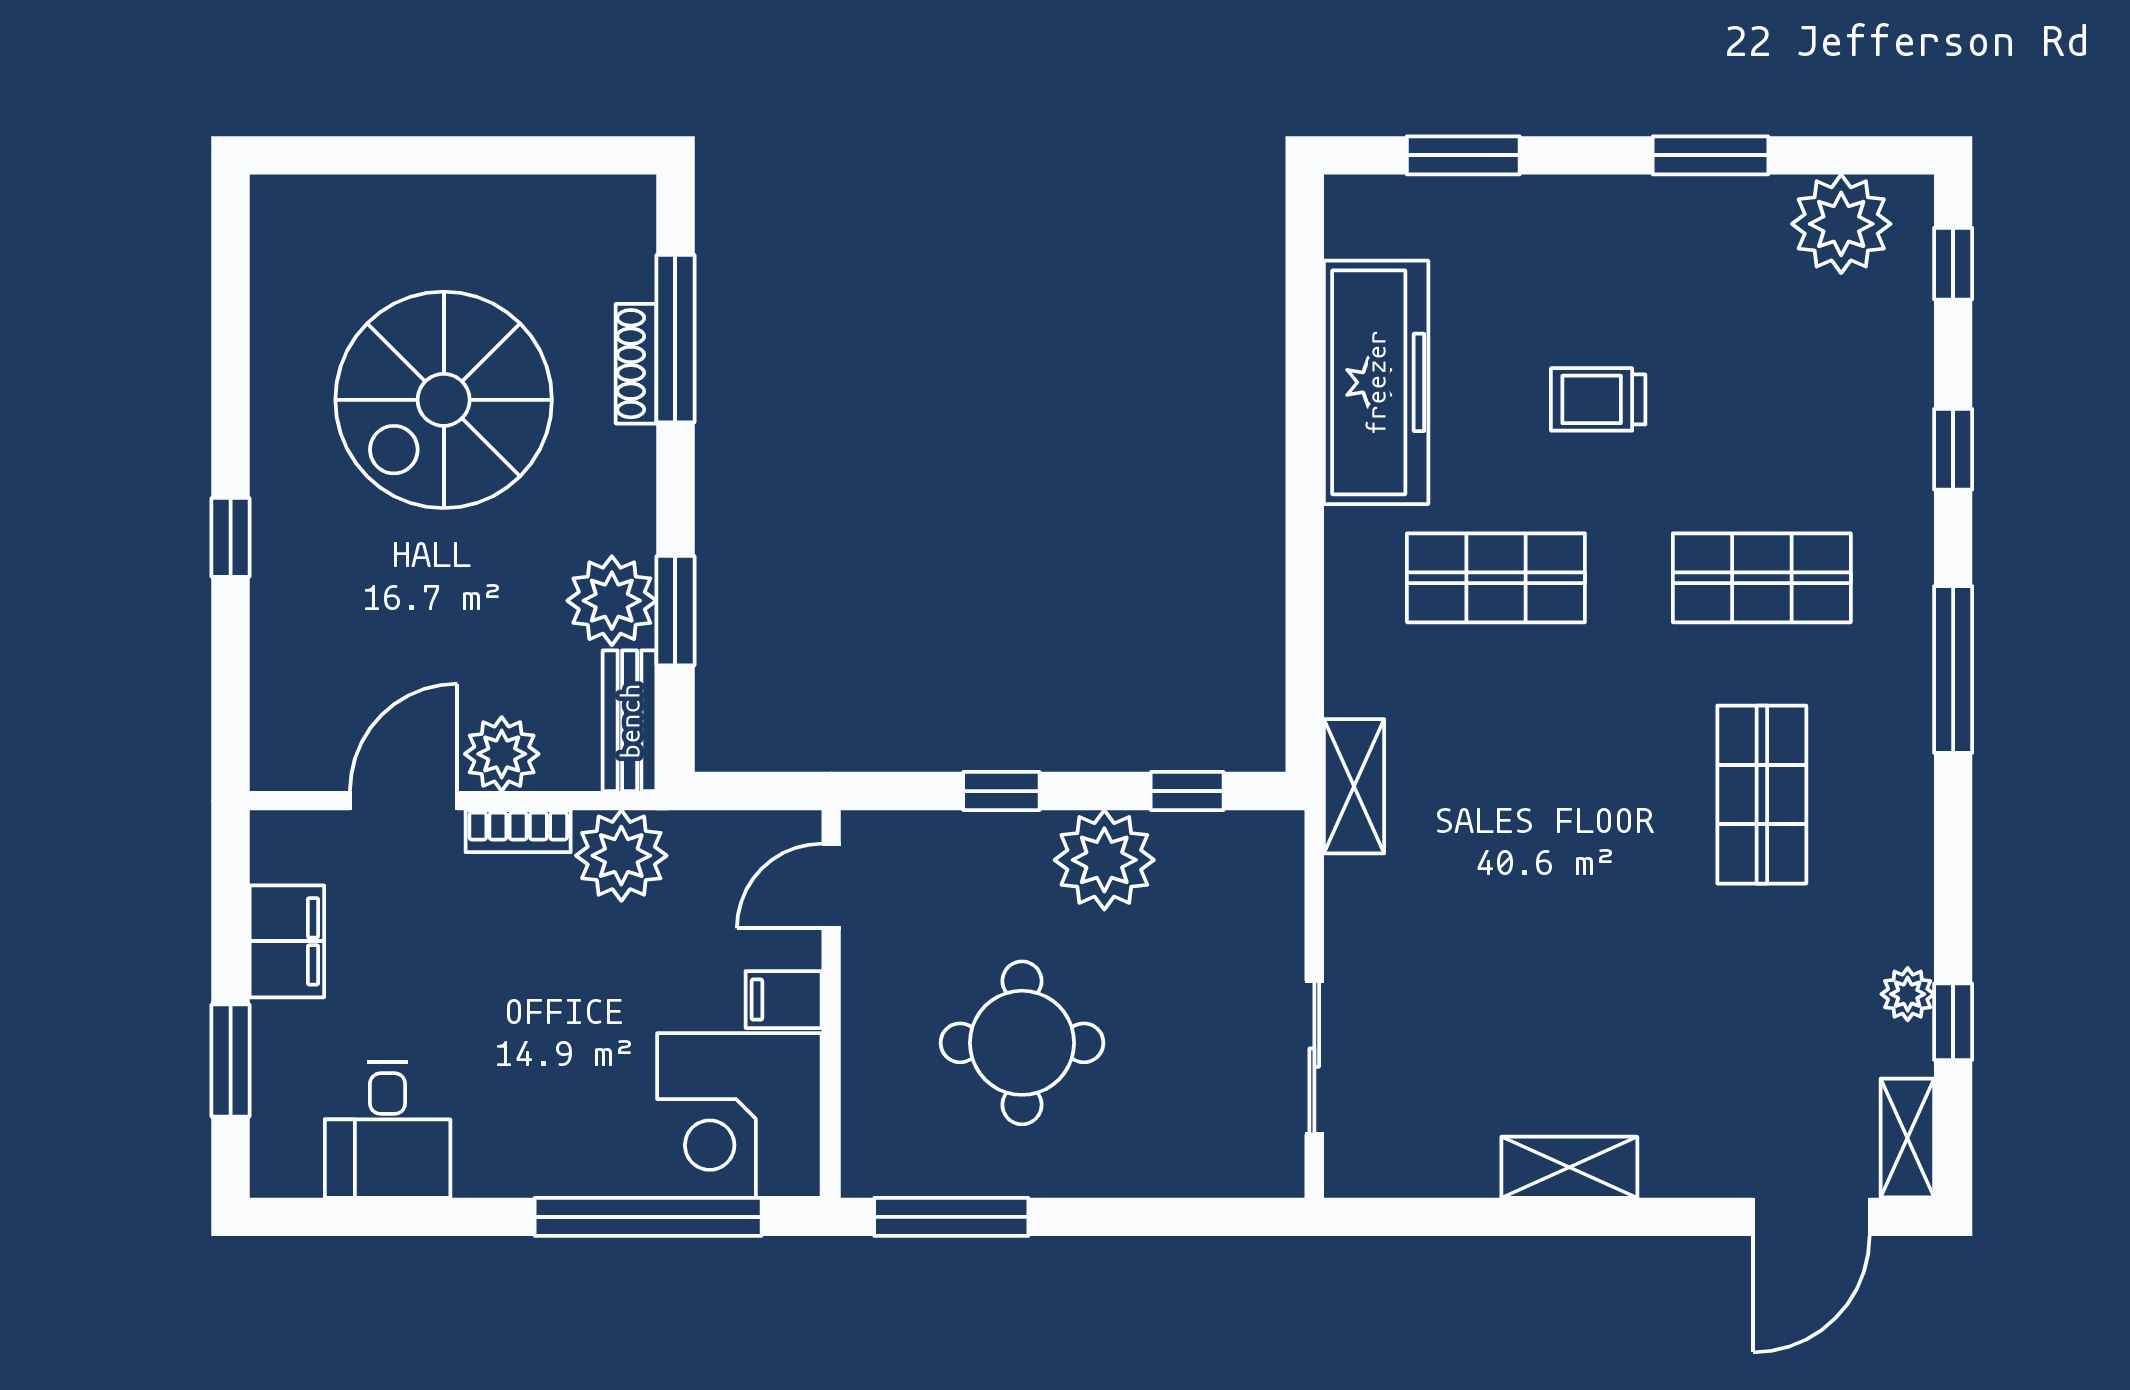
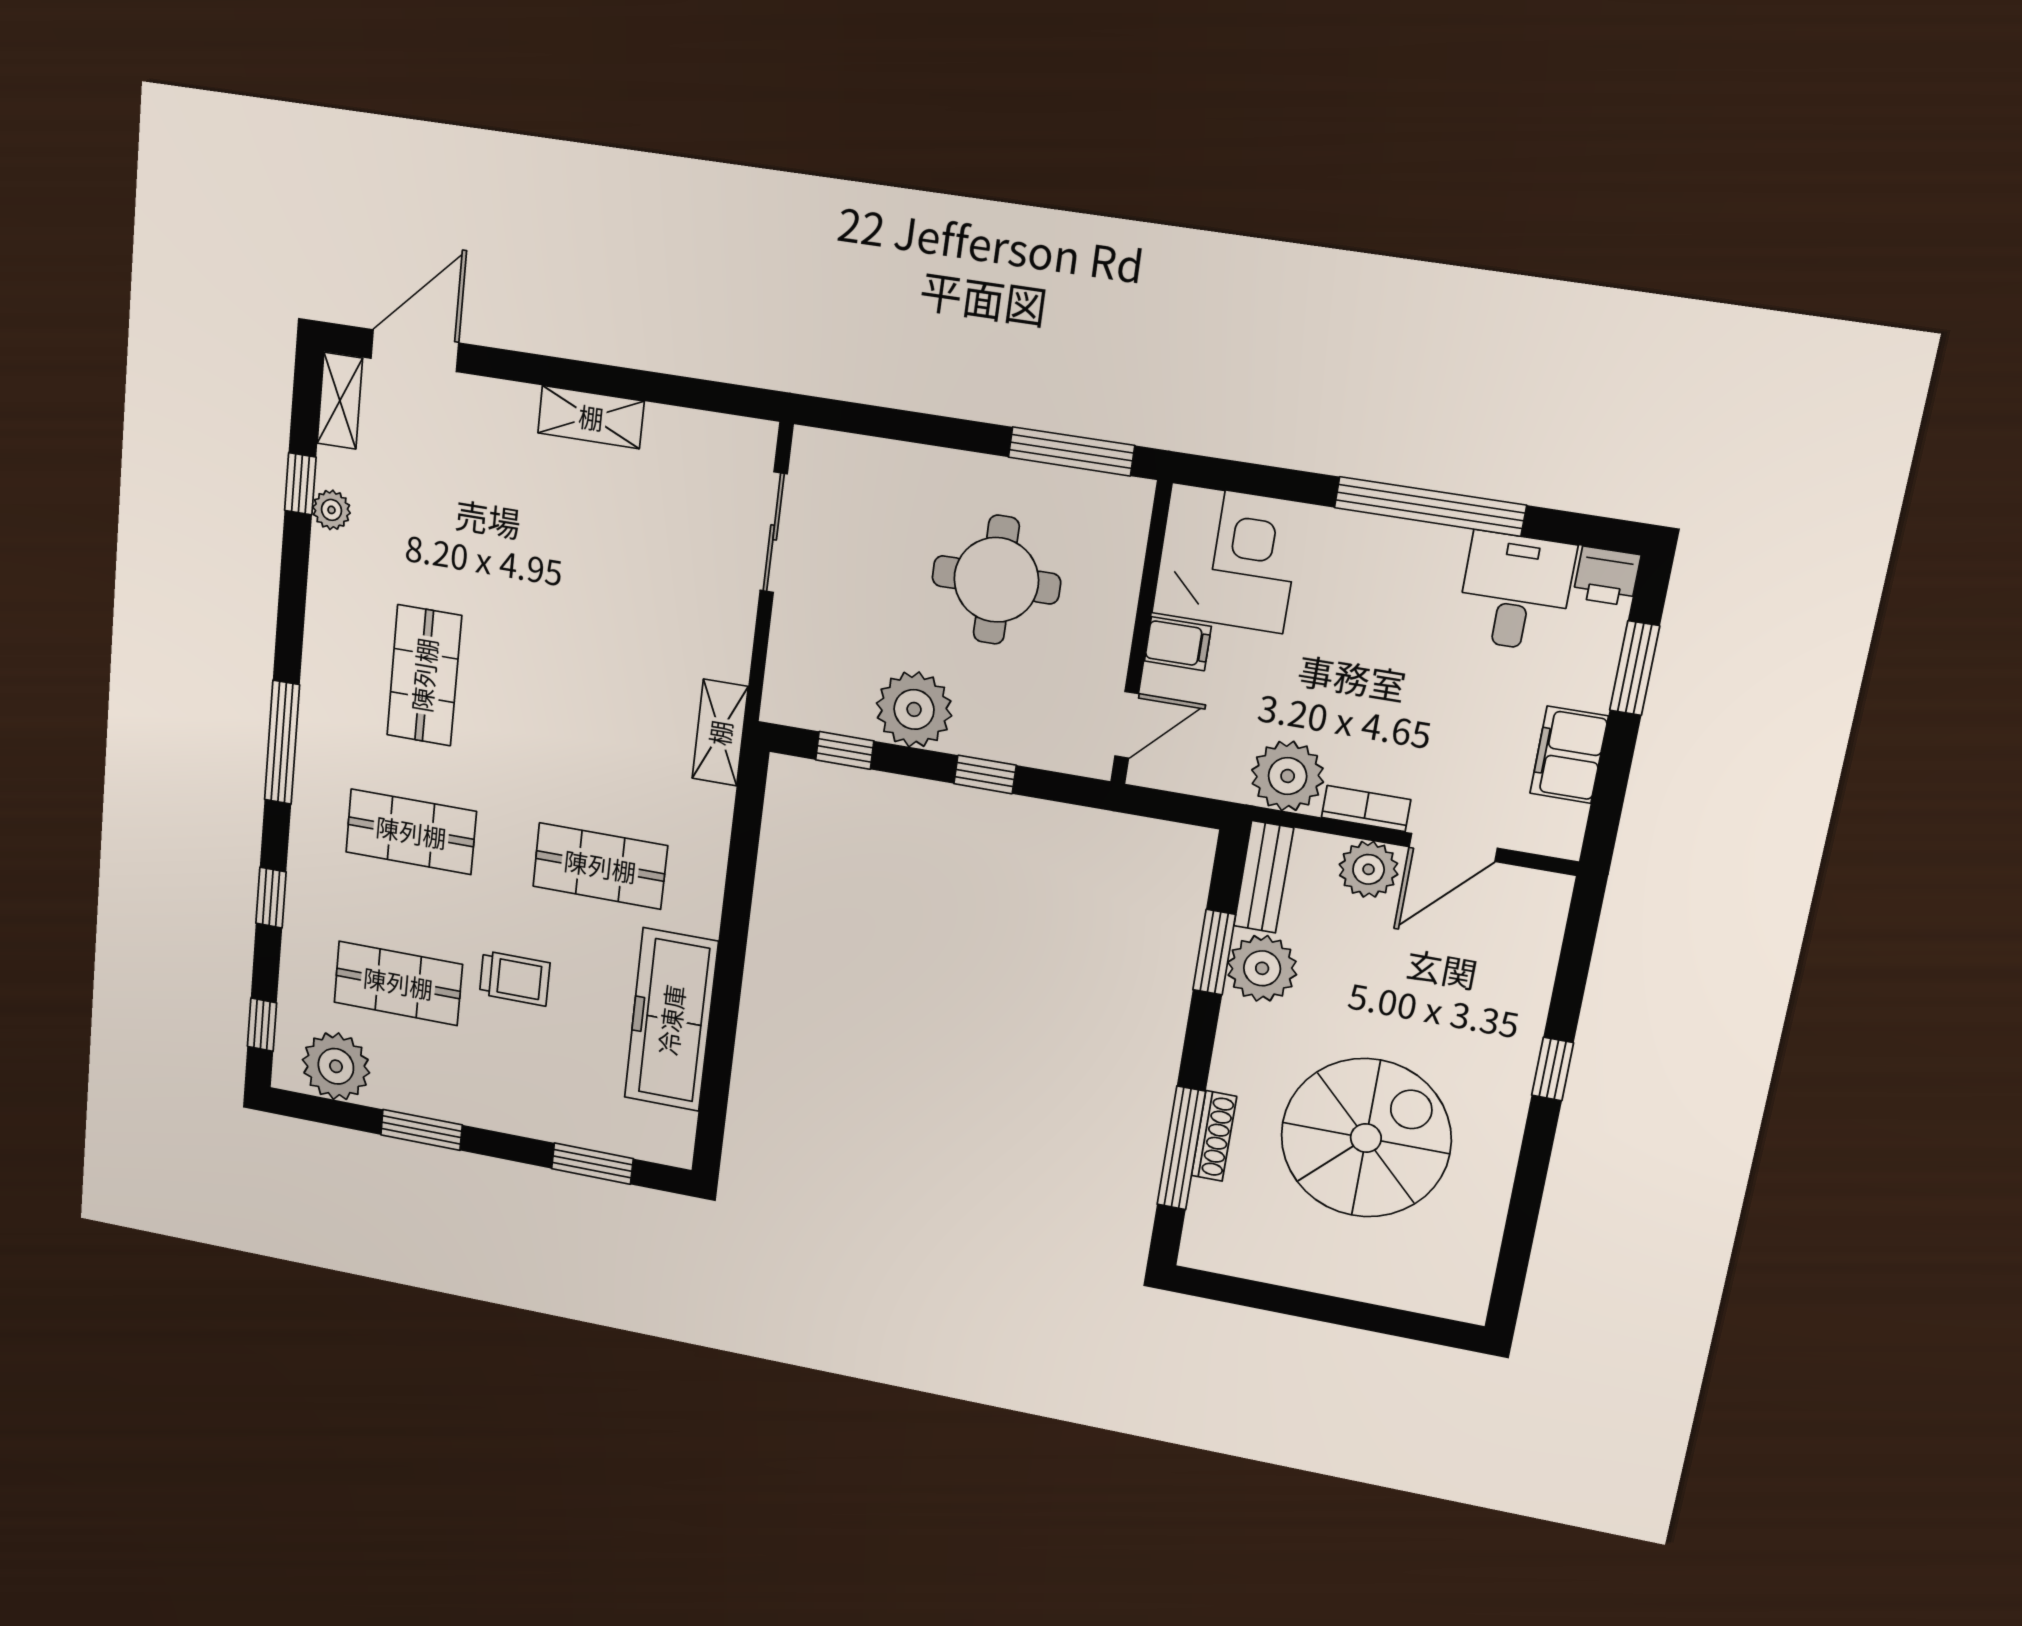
shop shelf: (1762, 361) -> (398, 983), added
printer: (285, 1166) -> (1607, 576), added
window: (648, 1217) -> (1430, 506), moved

